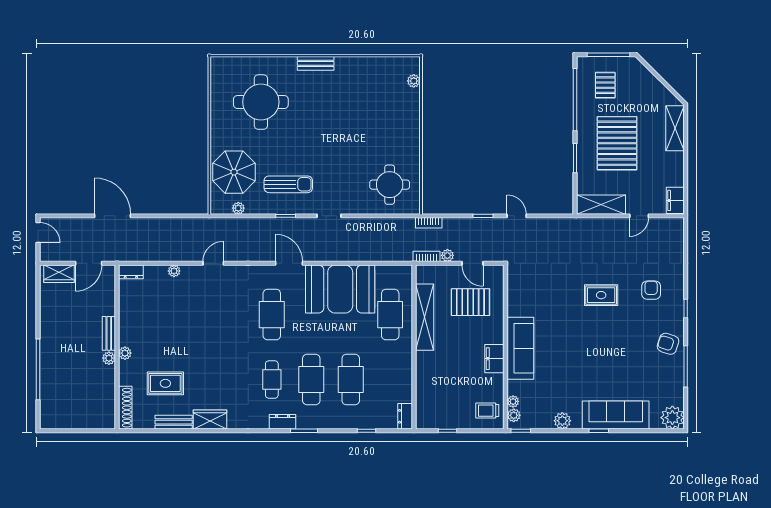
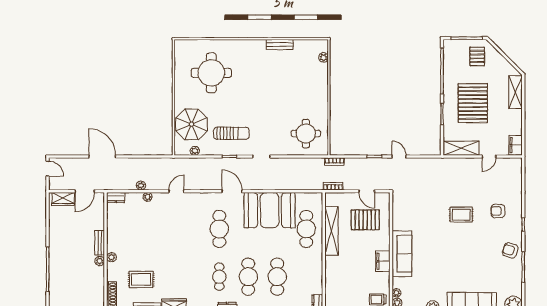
bench: (316, 63) -> (280, 44), moved
pallet: (605, 85) -> (477, 56), moved
plant: (447, 255) -> (141, 186), moved
armchair: (651, 290) -> (498, 211), turned -90

